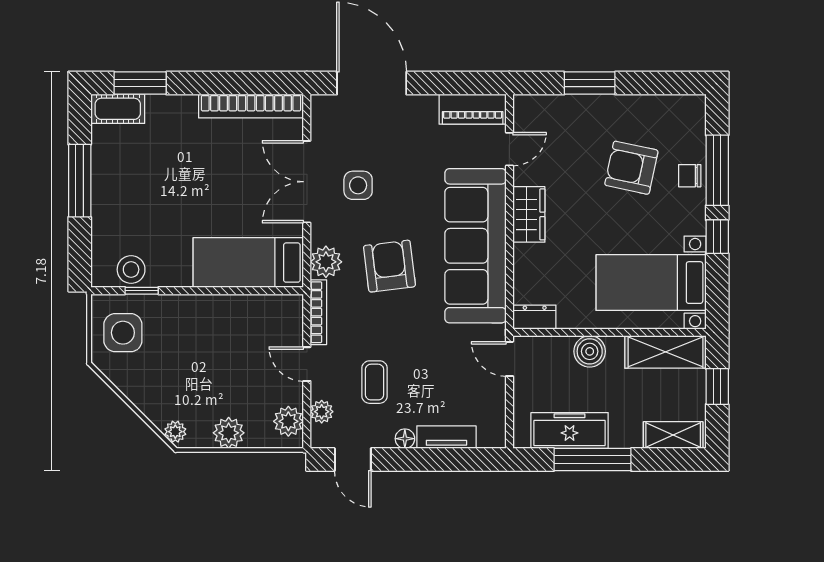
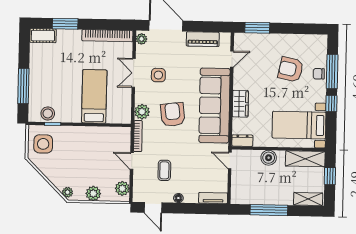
window: (140, 83) -> (65, 24), moved
window: (590, 83) -> (257, 28), moved
piano: (473, 109) -> (203, 39), moved
window: (80, 181) -> (23, 86), moved
double door: (307, 182) -> (134, 73), width x0.73
wardrobe: (529, 214) -> (240, 104), moved
bed: (248, 263) -> (94, 96), moved, turned 90
plant: (322, 412) -> (141, 39), moved
freezer: (570, 430) -> (258, 196), removed
tv unit: (446, 437) -> (213, 198), moved

